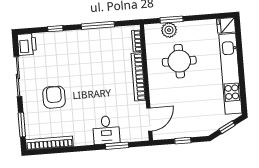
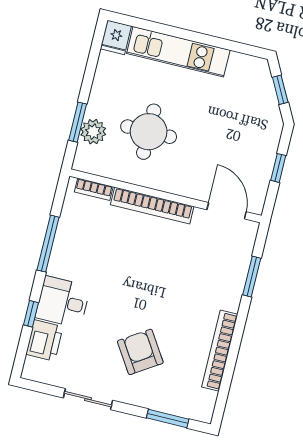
printer: (27, 44) -> (44, 340), moved, turned 90
kitchen unit: (230, 74) -> (178, 52), width x0.73
sliding door: (18, 76) -> (88, 399), width x0.73
armchair: (54, 97) -> (140, 352), turned 57
desk: (106, 130) -> (63, 302), moved, turned 180
bookcase: (49, 143) -> (220, 351), moved

